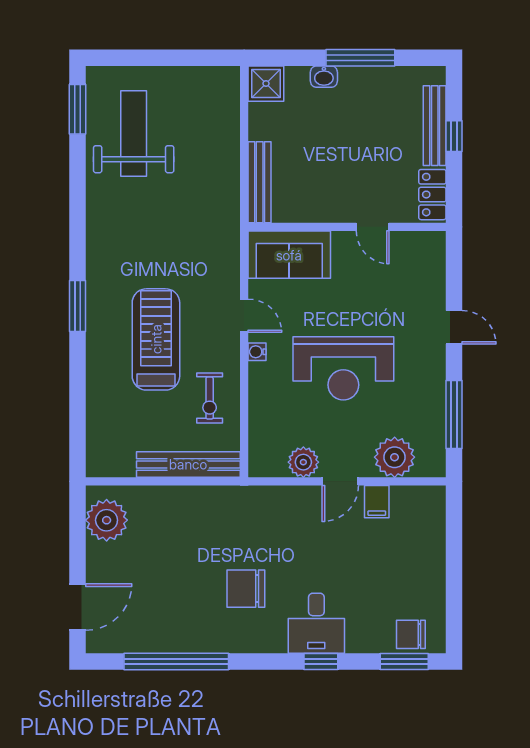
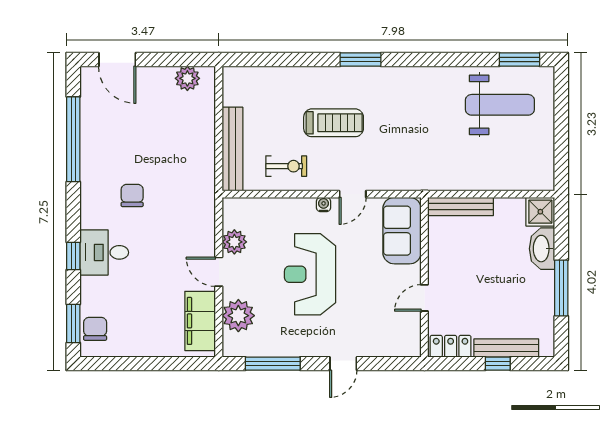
washbasin: (324, 77) -> (542, 249), width x1.91, depth x1.45
treadmill: (156, 339) -> (334, 123), width x0.73, depth x0.73
exercise bike: (210, 398) -> (286, 166), turned 180
filing cabinet: (377, 502) -> (200, 321), width x3.00, depth x1.17
plant: (107, 520) -> (187, 78), width x0.73, depth x0.73
chair: (246, 589) -> (132, 195), width x0.73, depth x0.73

